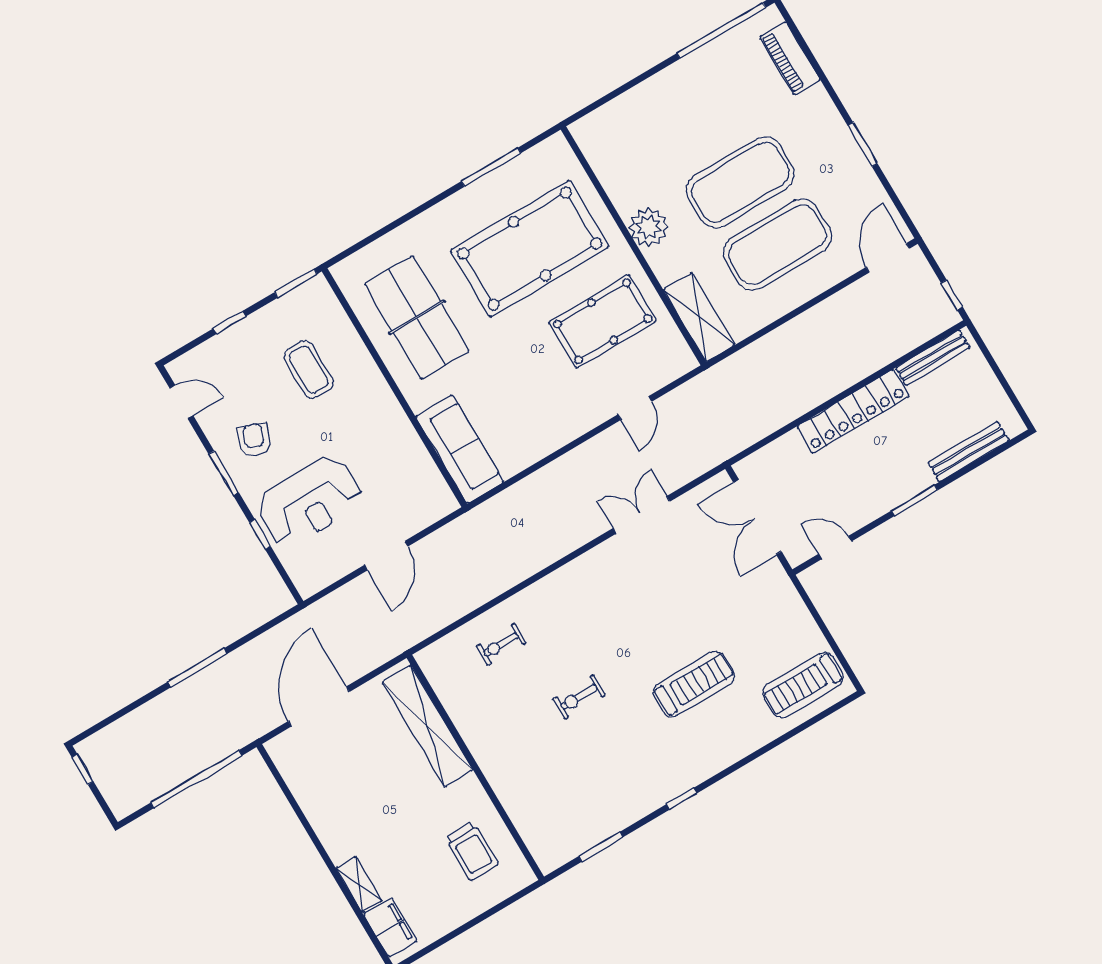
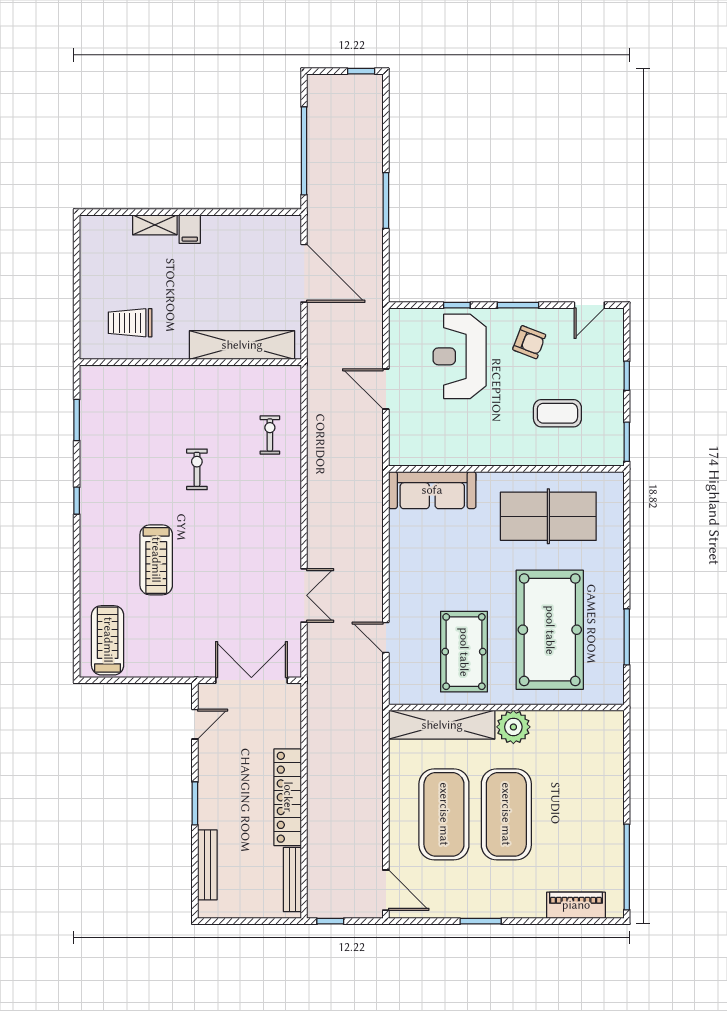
shelving: (699, 317) -> (442, 725), width x1.47
filing cabinet: (390, 928) -> (190, 229), moved, width x0.50

